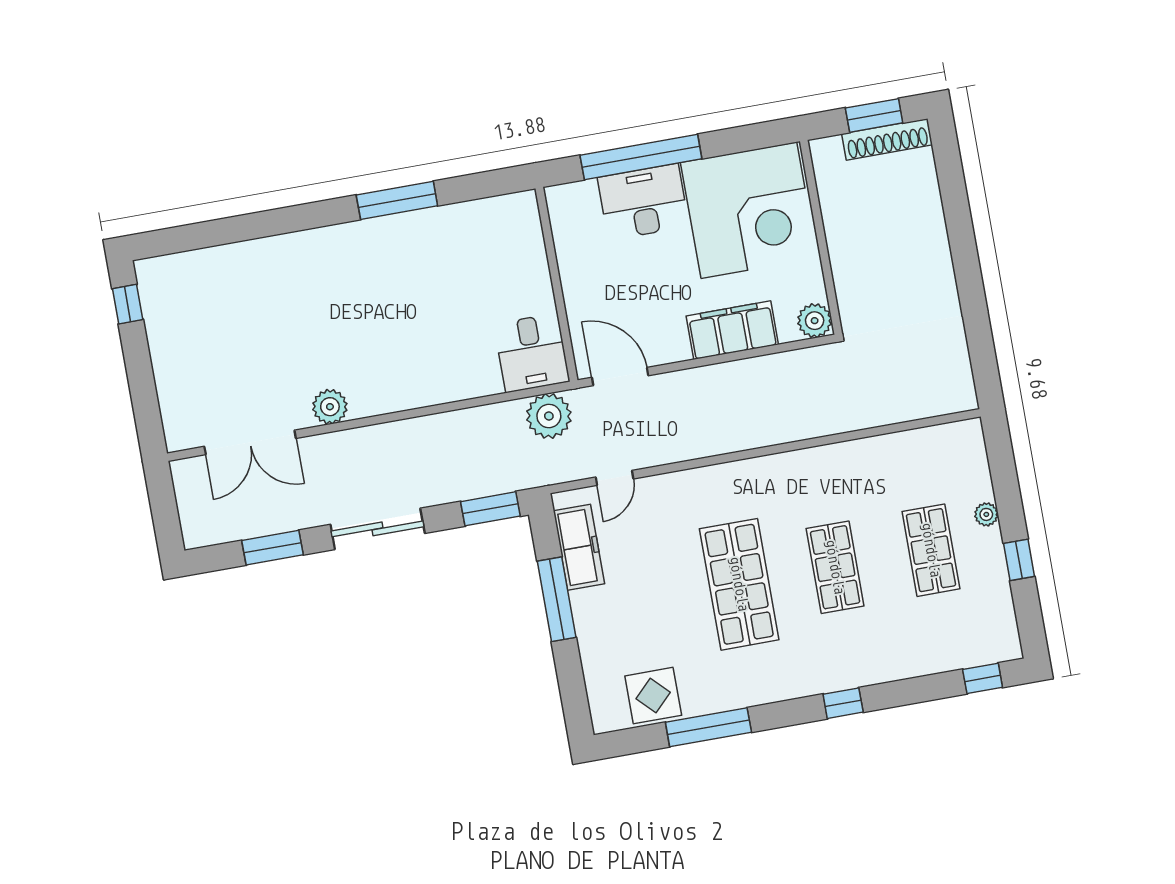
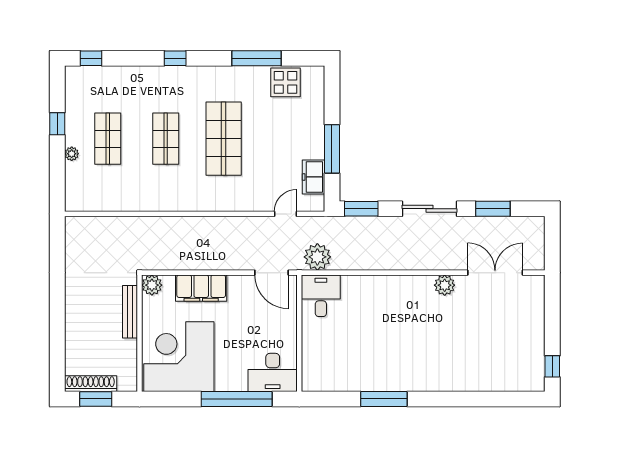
desk: (643, 202) -> (273, 372), moved
bench: (843, 270) -> (130, 312), added
freezer: (579, 547) -> (313, 177), width x0.71

